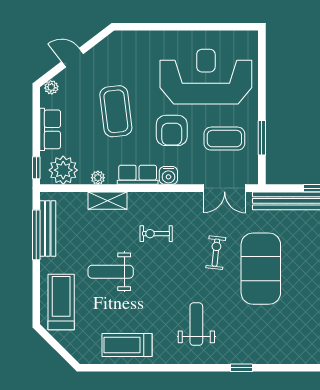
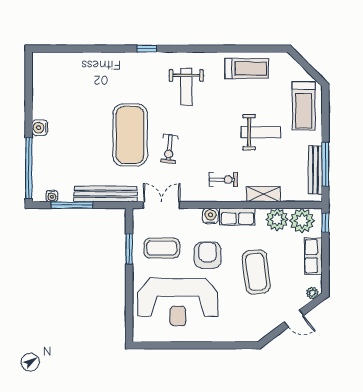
plant: (98, 178) -> (277, 219), width x1.88, depth x1.88
exercise bike: (156, 234) -> (223, 180), moved

